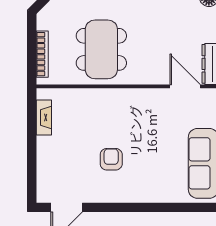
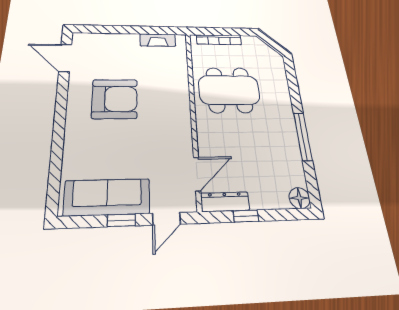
armchair: (111, 159) -> (115, 99), width x1.88, depth x1.88

